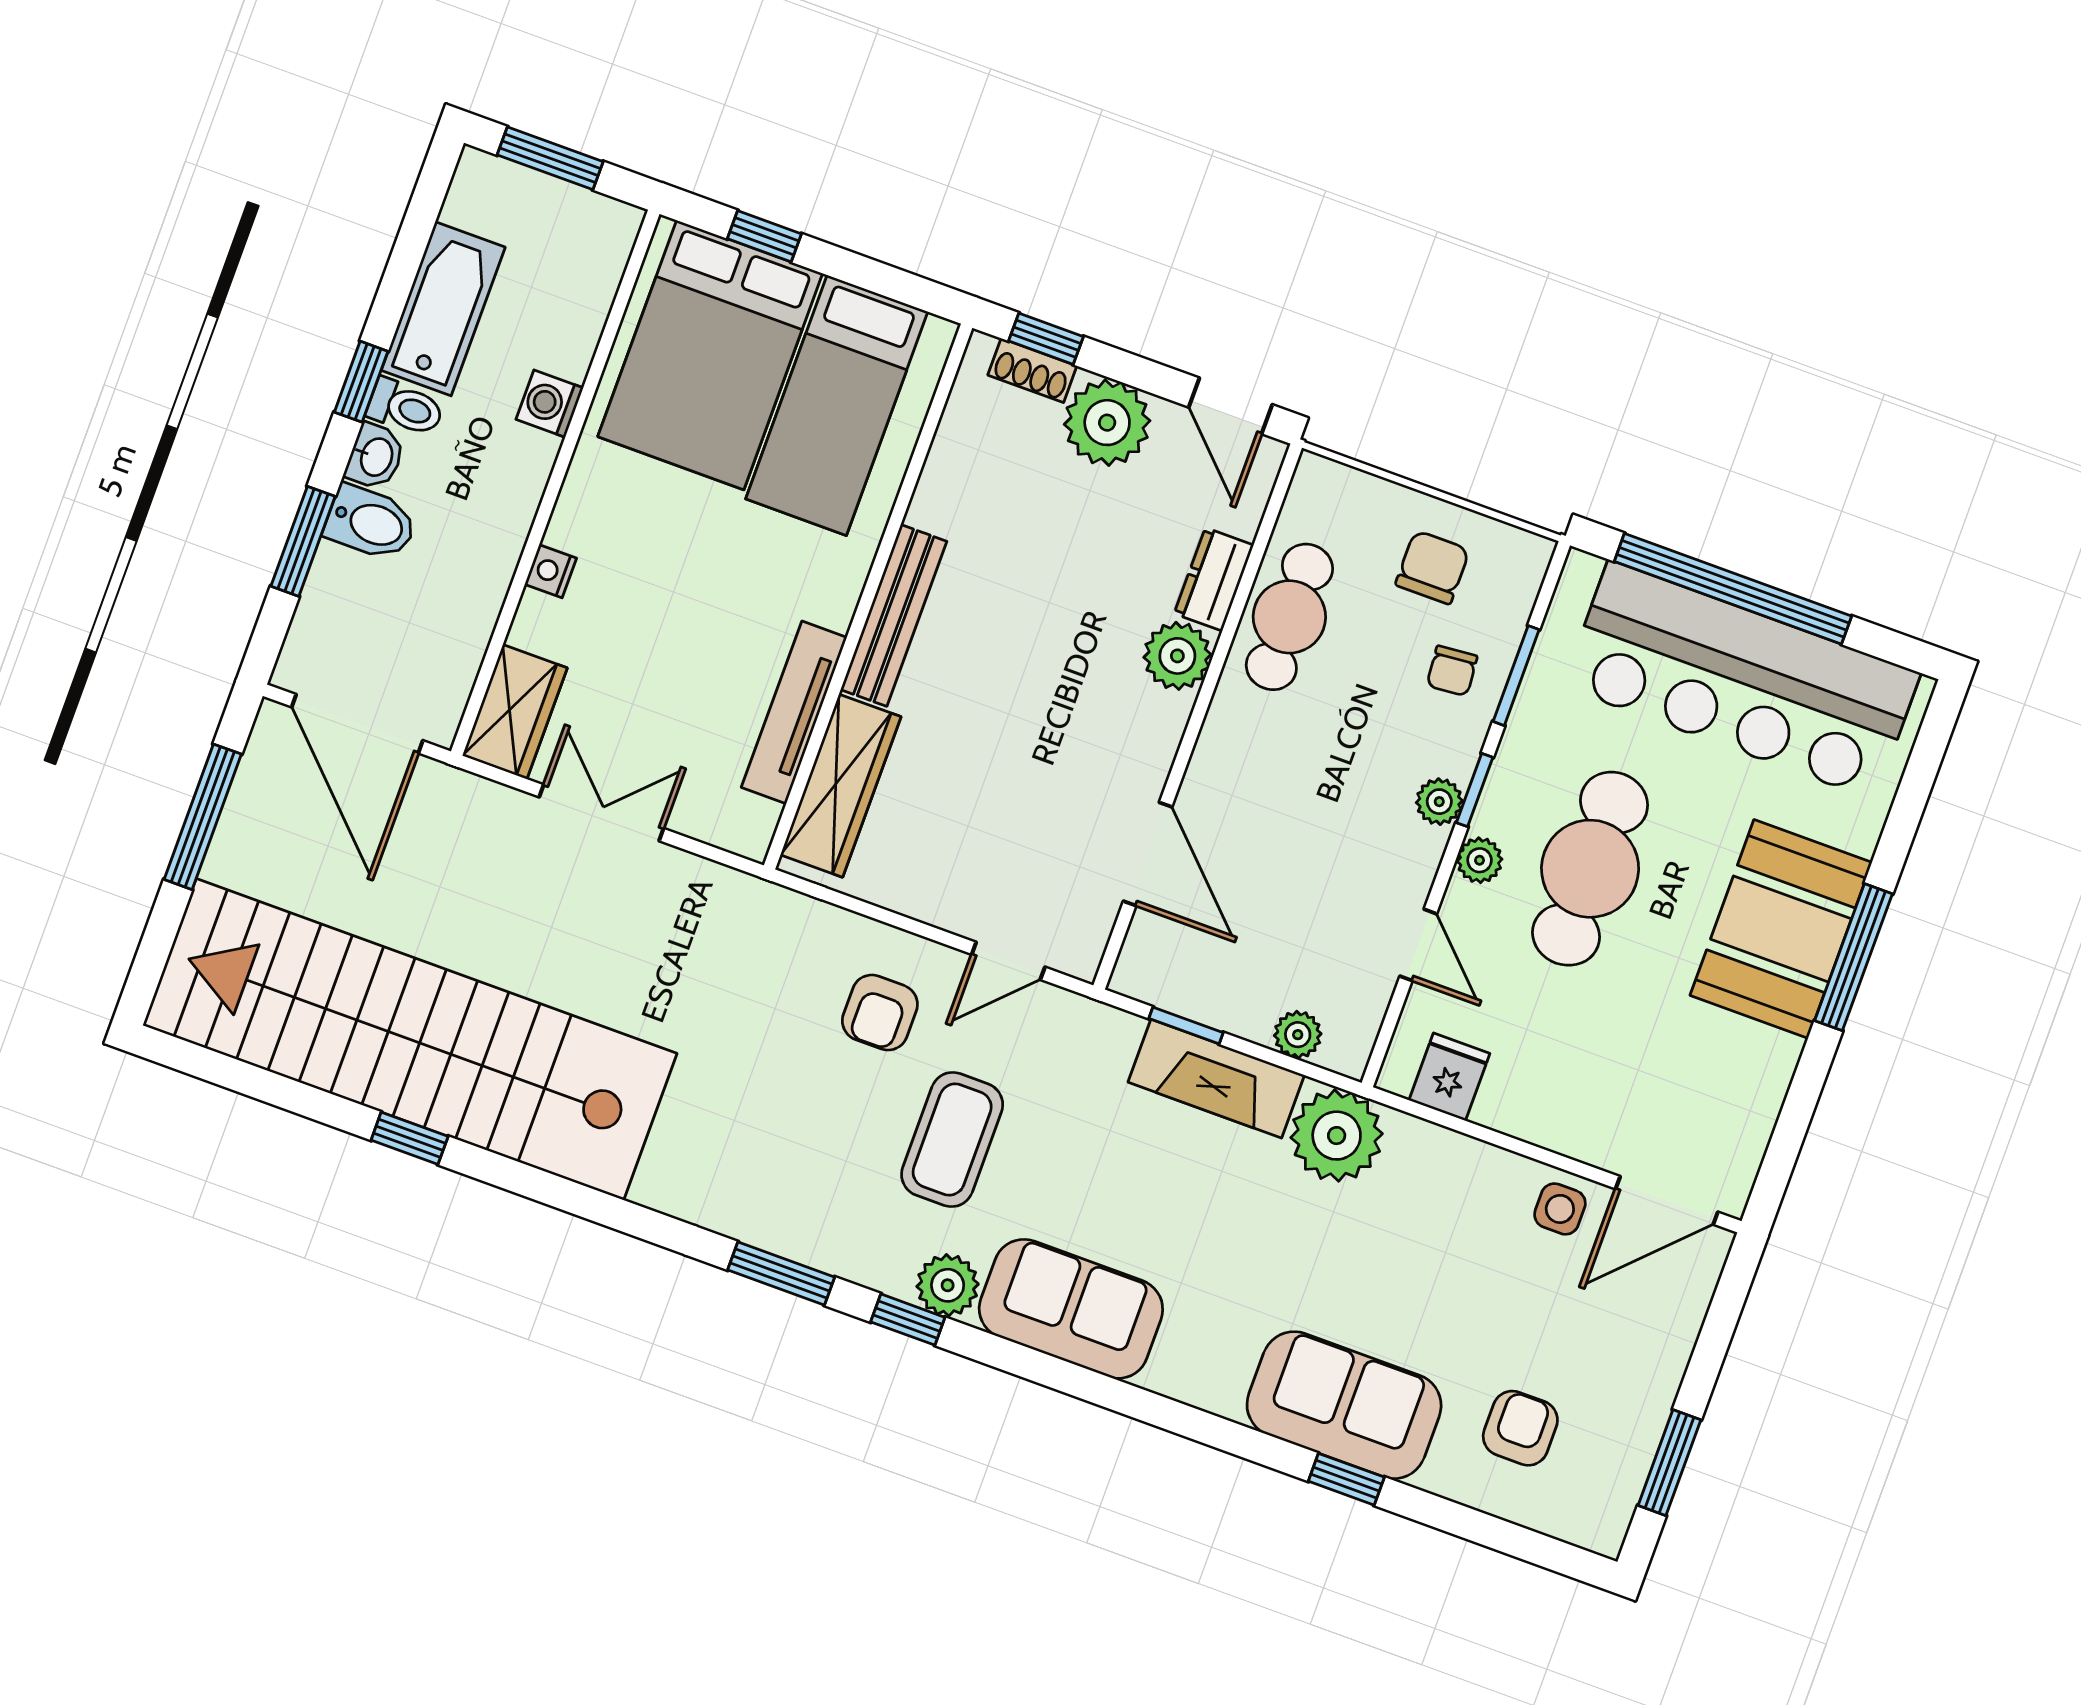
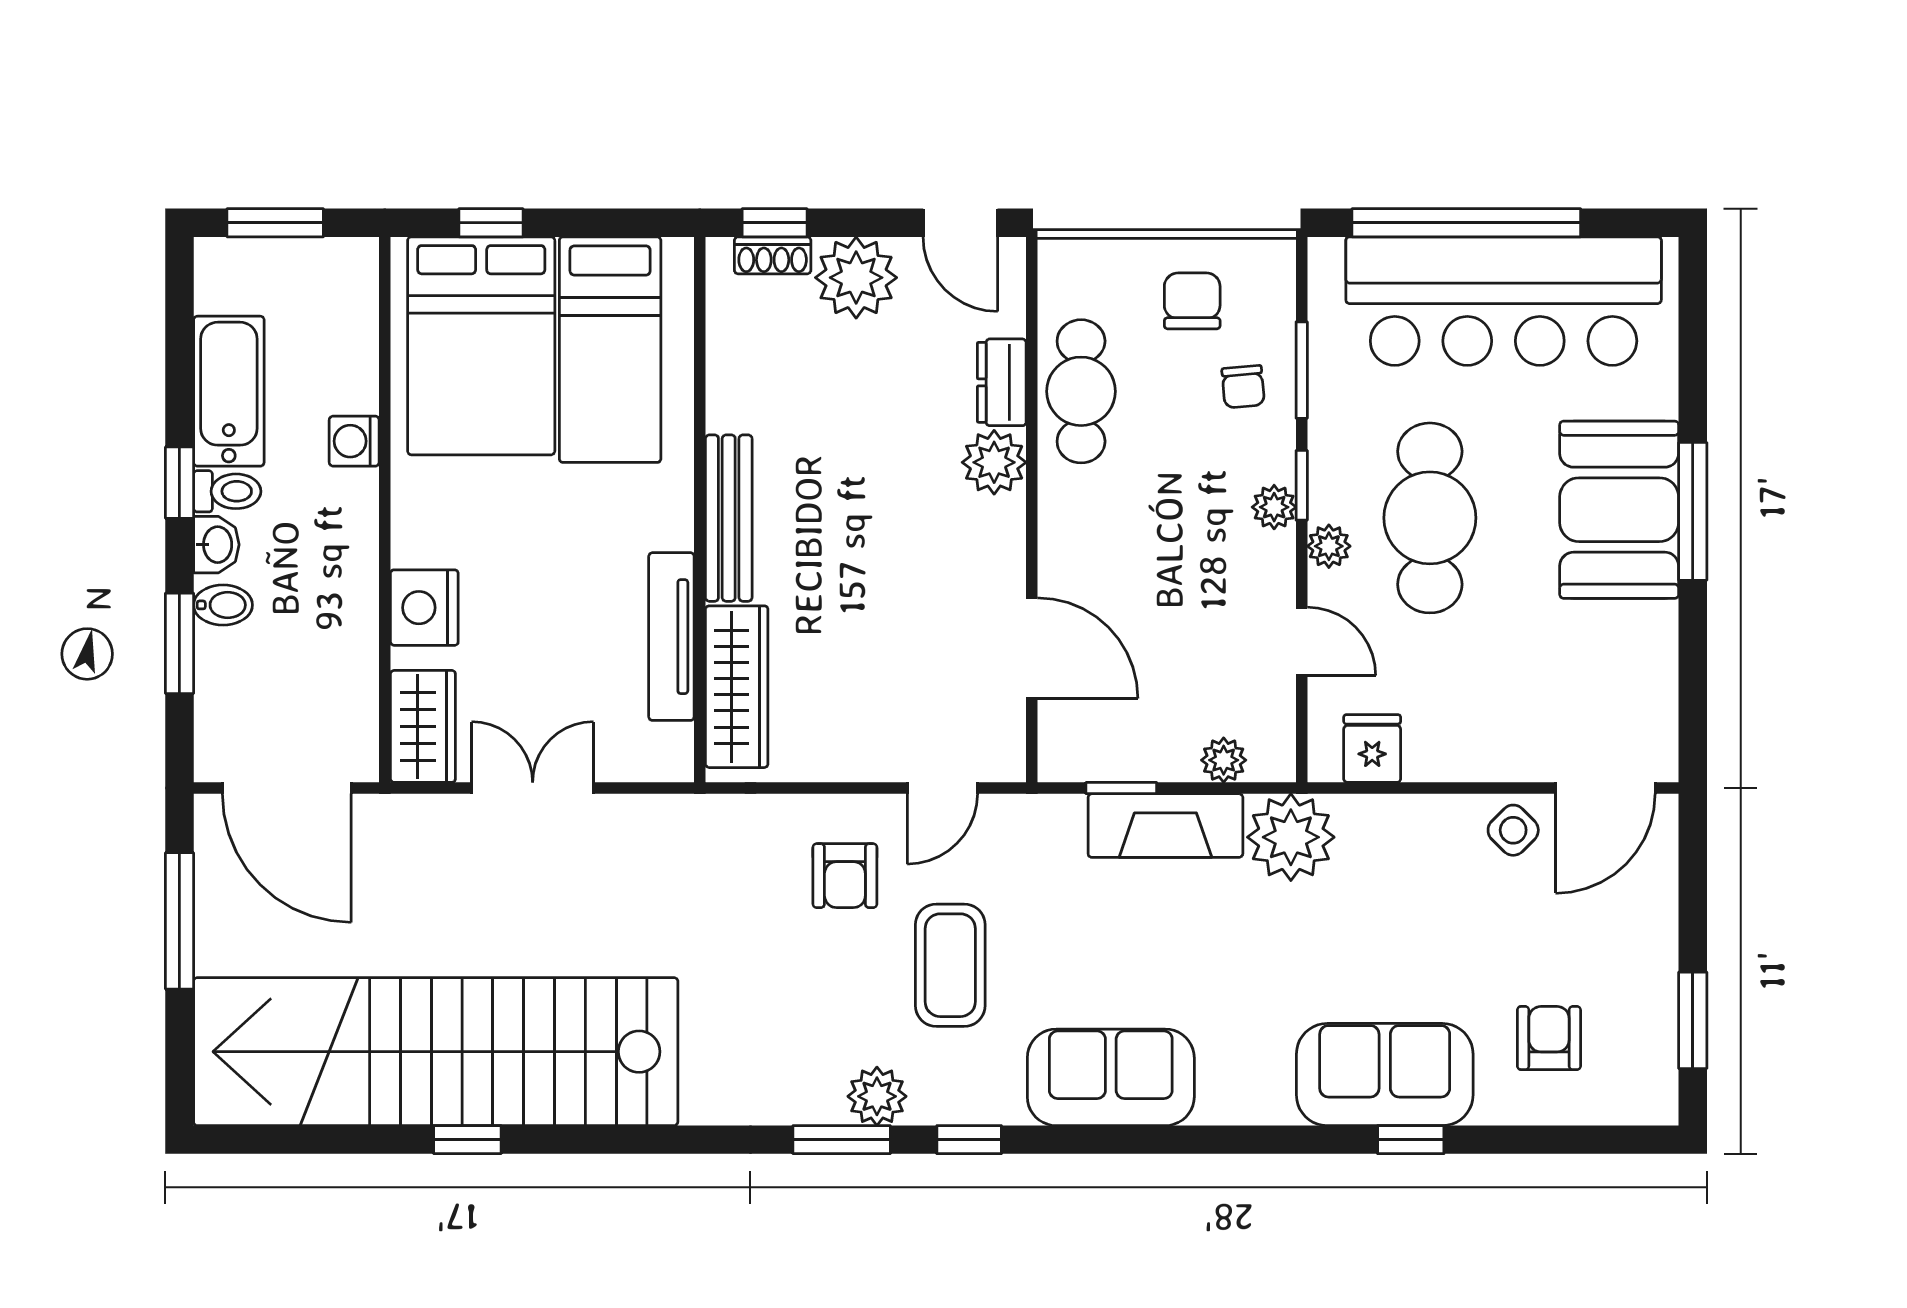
bidet: (371, 523) -> (223, 605), width x0.72, depth x0.74
nightstand: (551, 571) -> (424, 608), width x1.89, depth x1.79
side table: (1560, 1209) -> (1513, 830), turned 45
plant: (948, 1285) -> (877, 1096), moved

